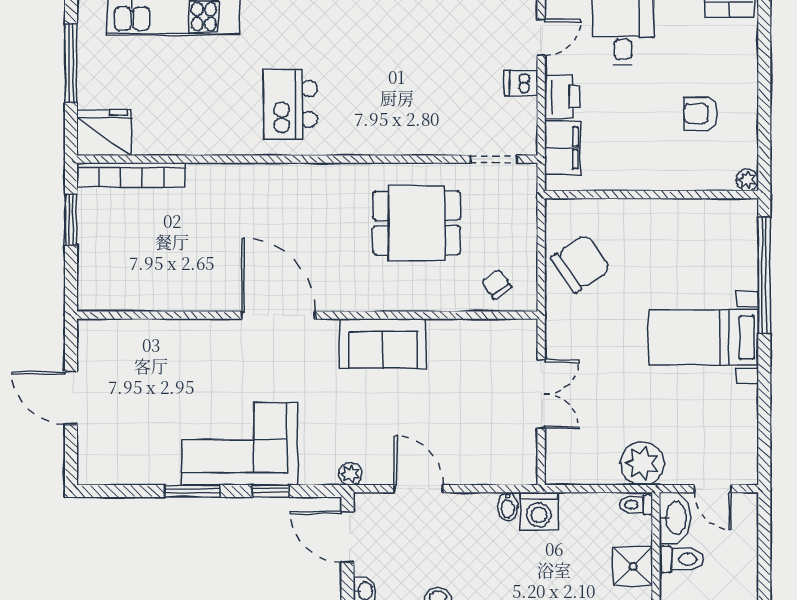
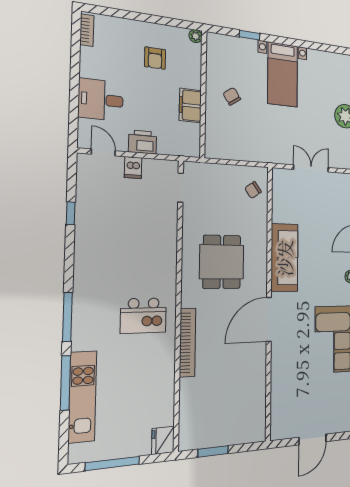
fridge: (104, 133) -> (163, 440), width x0.73, depth x0.75
filing cabinet: (563, 148) -> (190, 105), moved, turned -90
bookcase: (131, 175) -> (188, 342), moved
dining table: (417, 223) -> (222, 262), moved
chair: (581, 263) -> (232, 96), moved, width x0.54, depth x0.54
window: (764, 275) -> (250, 35), width x0.32
sofa: (383, 343) -> (285, 258), width x1.36

